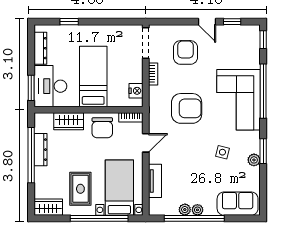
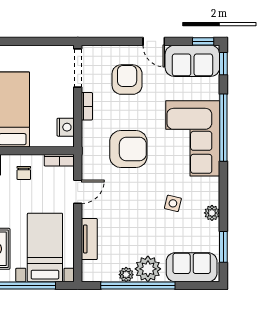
window: (232, 22) -> (203, 41), moved
sofa: (238, 37) -> (192, 61), added
chair: (102, 128) -> (24, 173), width x0.54, depth x0.54
window: (263, 151) -> (223, 247), moved
plant: (197, 210) -> (148, 269), width x1.88, depth x1.88

